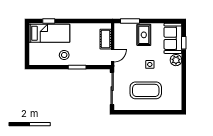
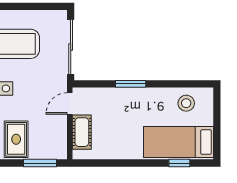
stool: (64, 55) -> (186, 103), moved

